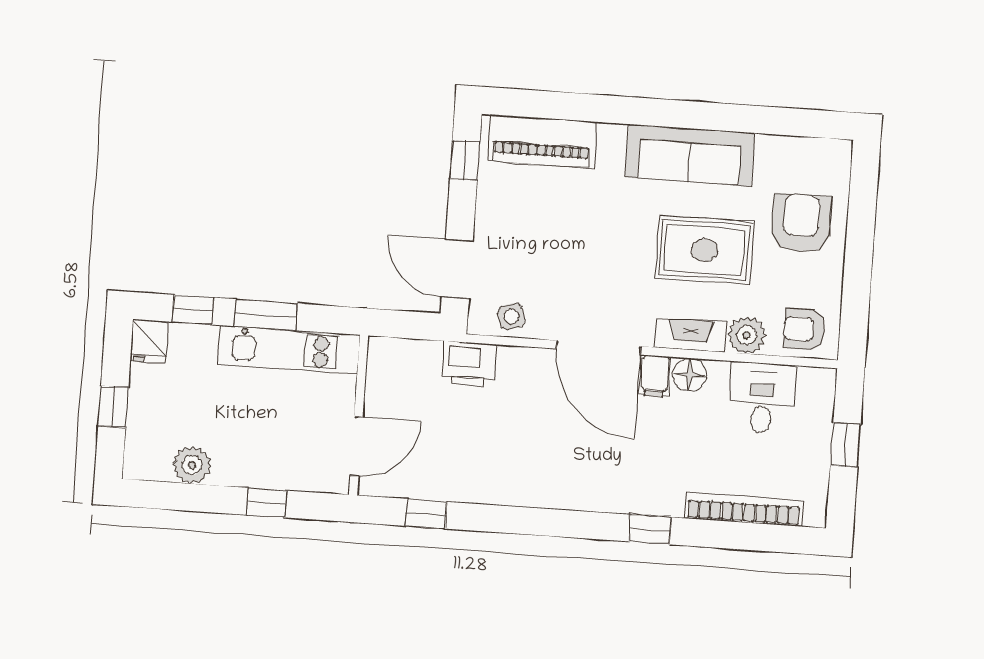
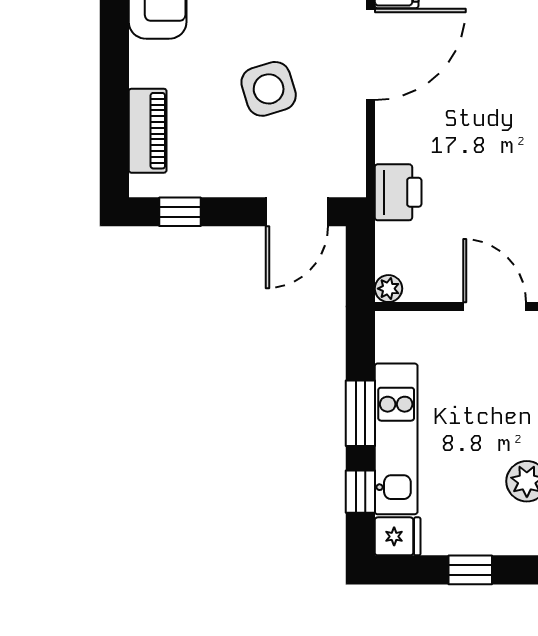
piano: (542, 141) -> (148, 131), width x0.73, depth x0.75
side table: (511, 316) -> (269, 89), moved, width x1.87, depth x1.87
plant: (380, 349) -> (388, 289), added
kitchen unit: (289, 350) -> (396, 439), moved

